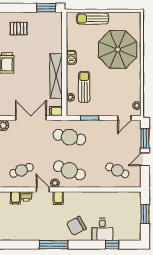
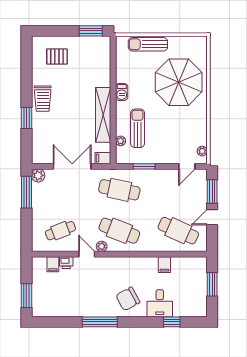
cafe table: (117, 170) -> (178, 231), width x1.37, depth x1.35
filing cabinet: (58, 198) -> (164, 265), moved

